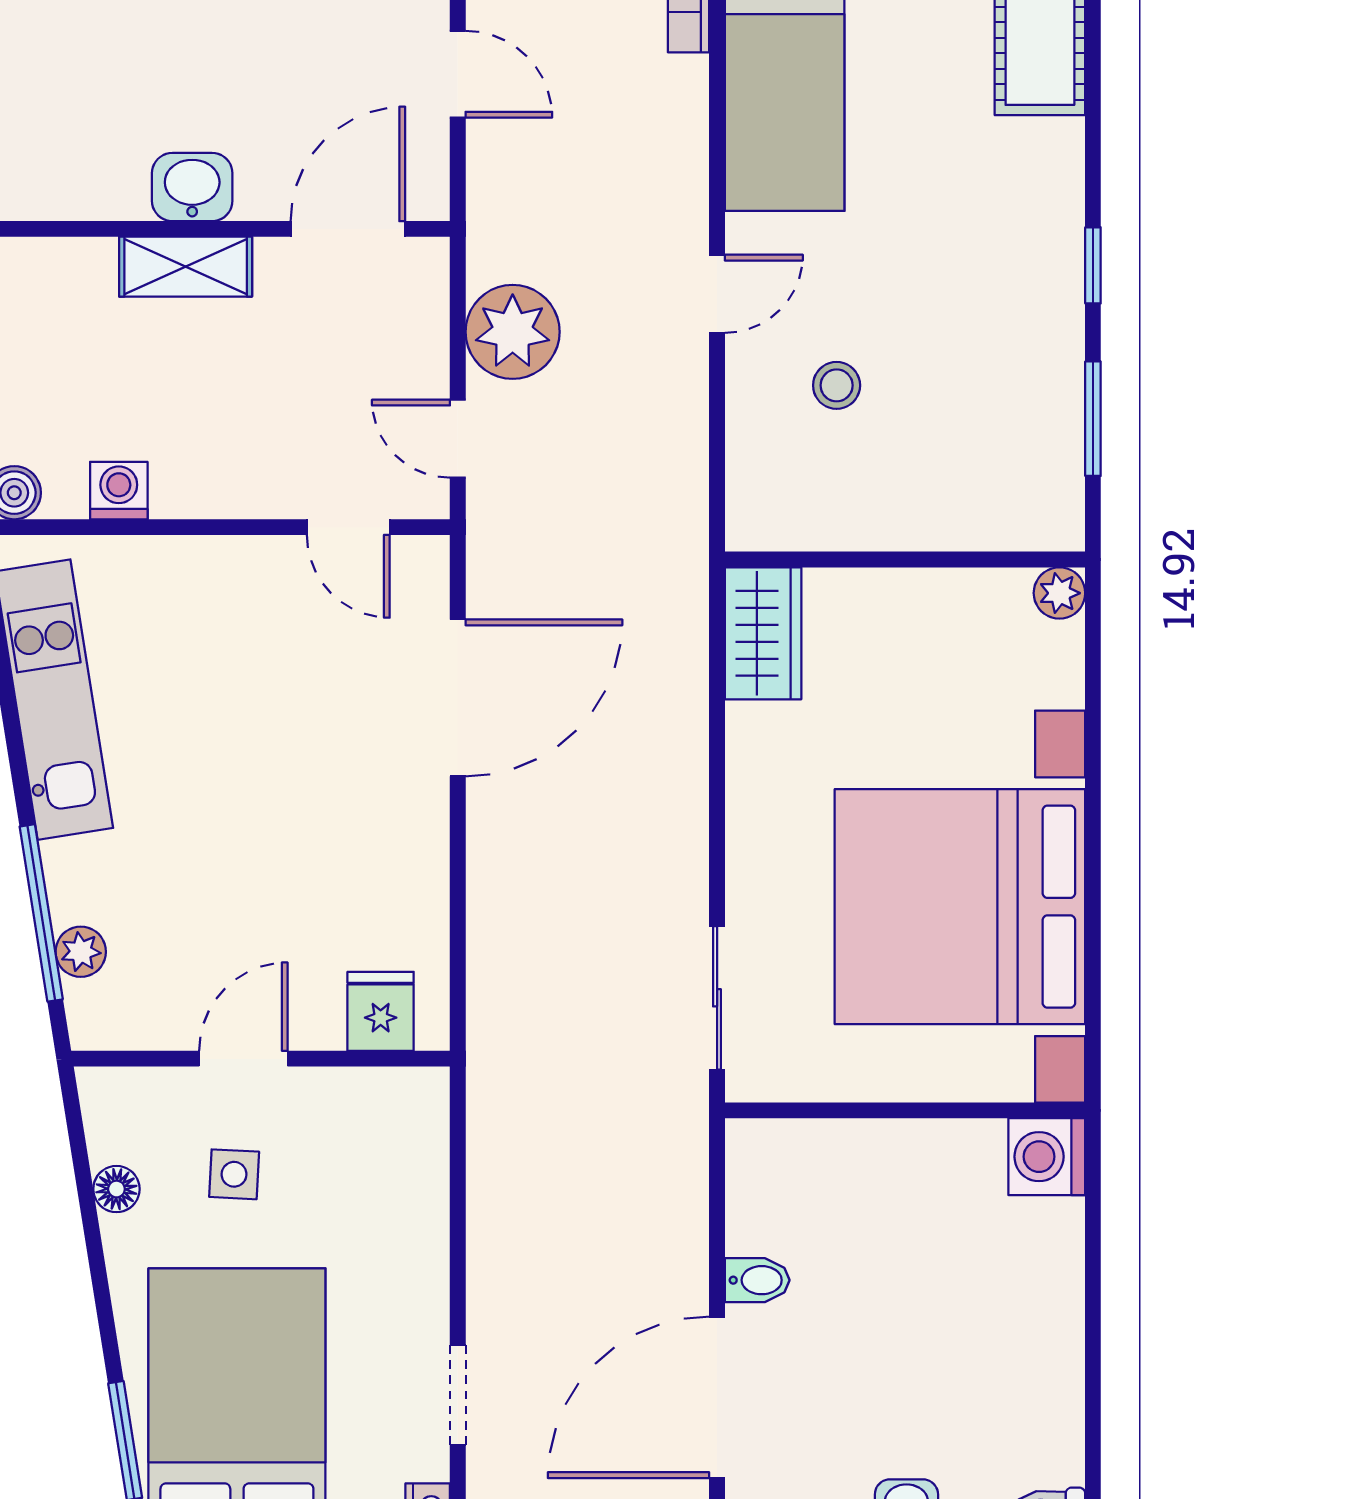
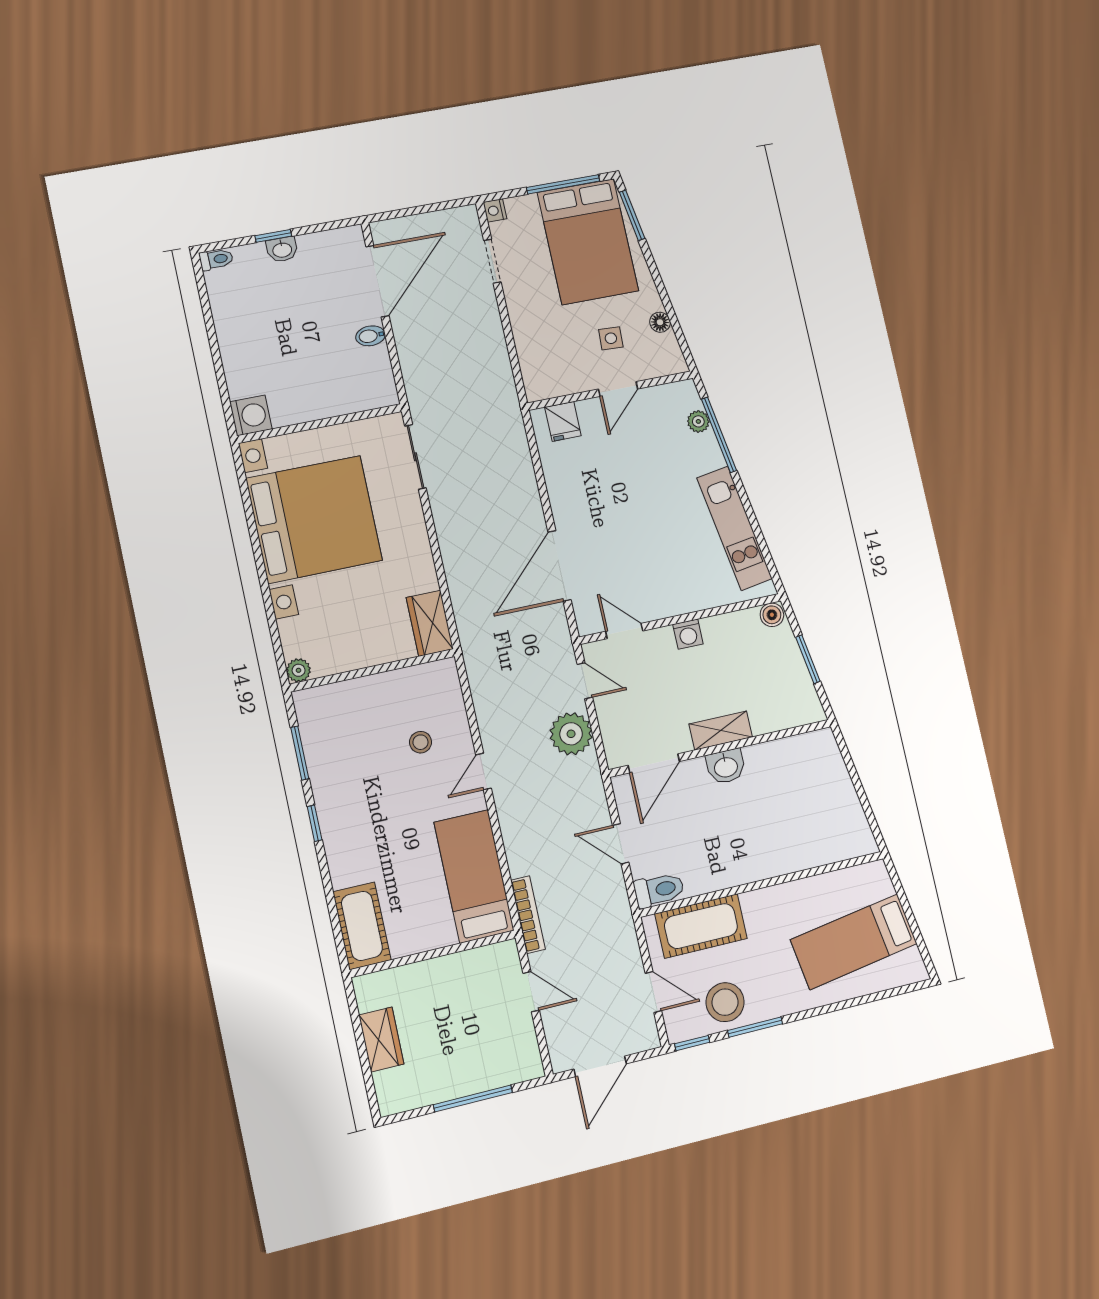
washing machine: (119, 491) -> (688, 634), moved

